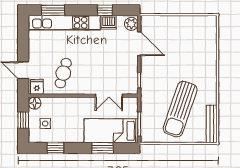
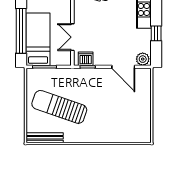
dishwasher: (108, 22) -> (86, 59), moved, turned 90
door: (139, 44) -> (123, 67), hinge flipped
window: (103, 148) -> (21, 31), width x2.11

